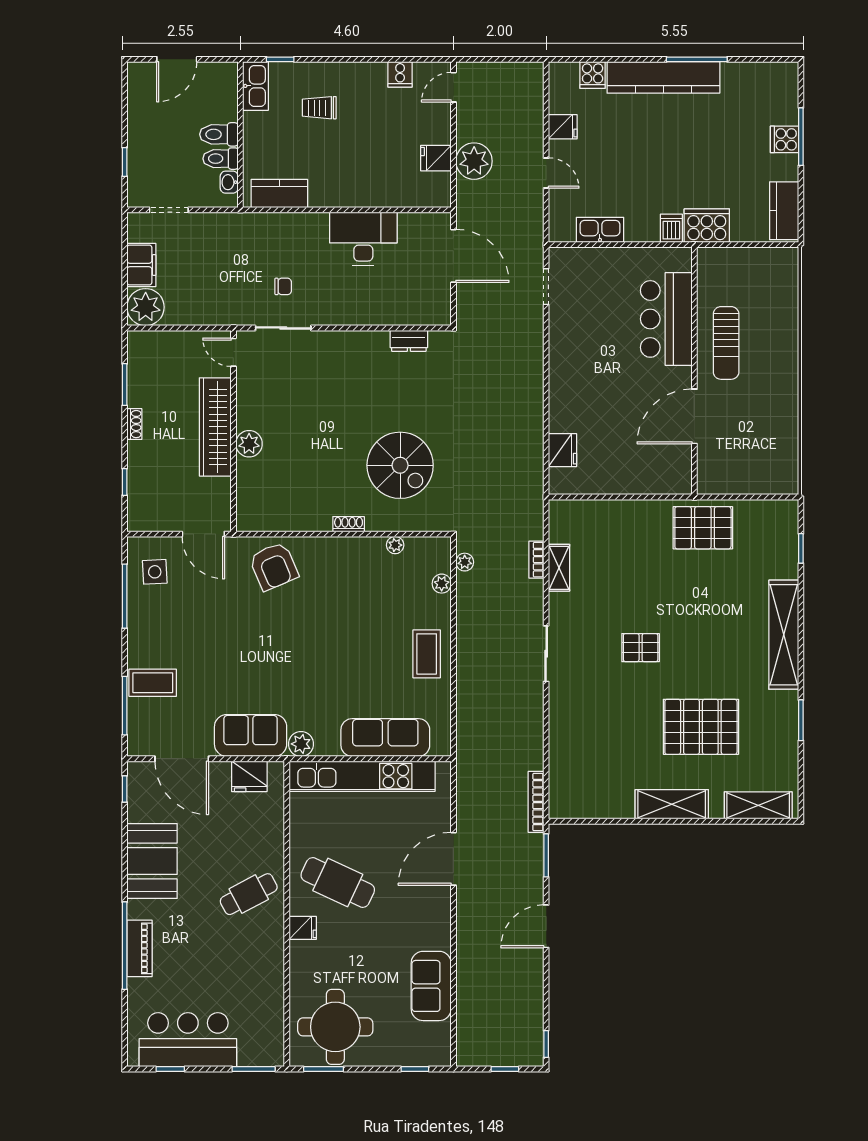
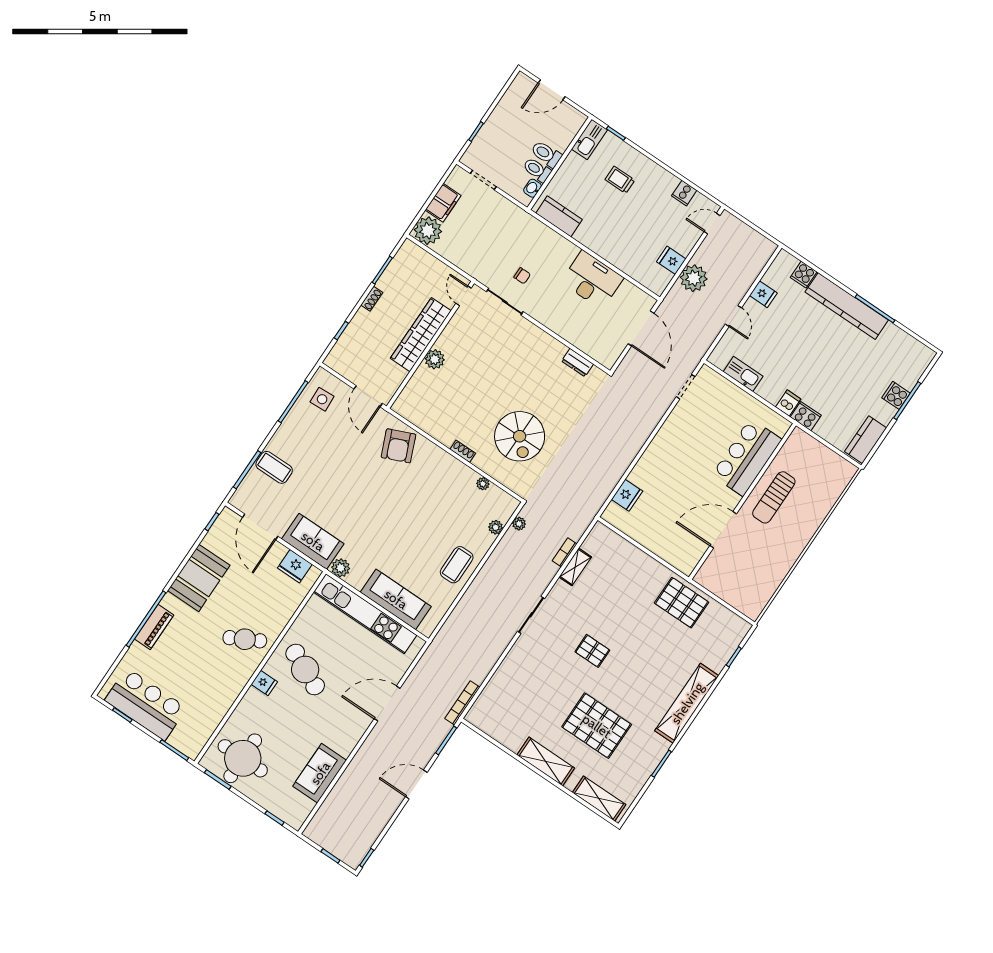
cooker: (707, 226) -> (806, 416), width x0.73, depth x0.76

